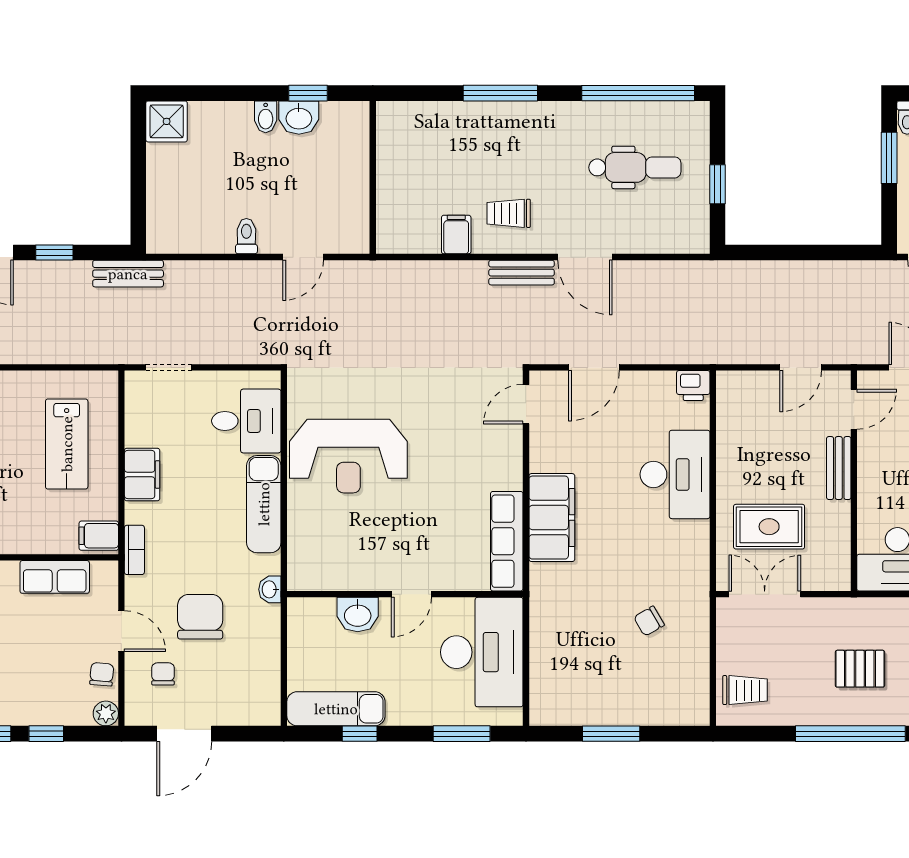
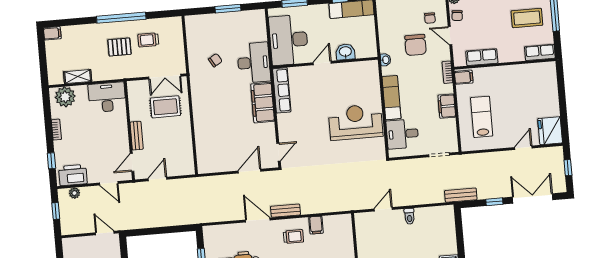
printer: (693, 386) -> (205, 167), removed
desk: (675, 474) -> (254, 63), moved, turned 180
trolley: (745, 690) -> (148, 40), moved

